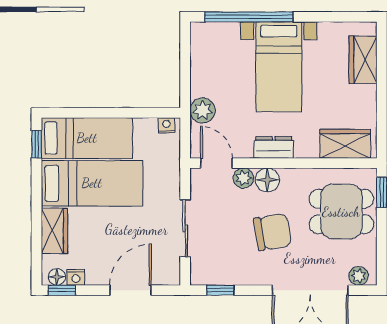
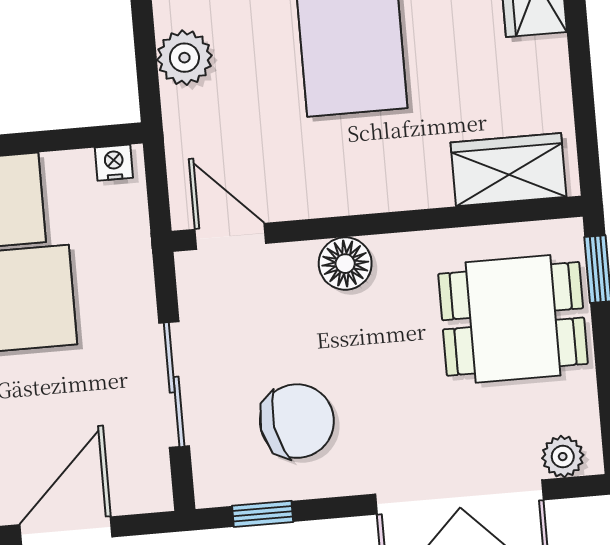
plant: (203, 110) -> (184, 58), moved
dresser: (274, 147) -> (353, 191), removed
plant: (243, 178) -> (292, 264), removed
chair: (272, 232) -> (297, 421), moved

